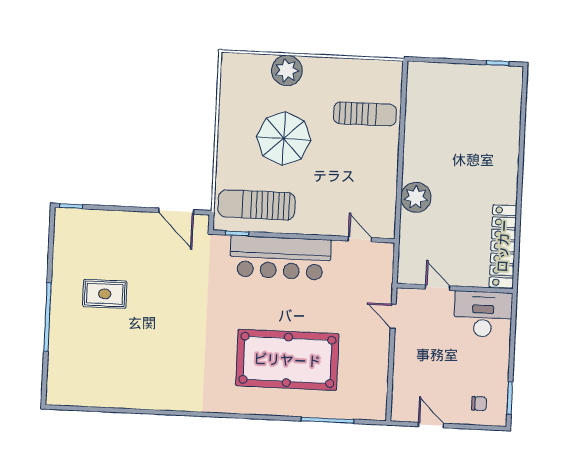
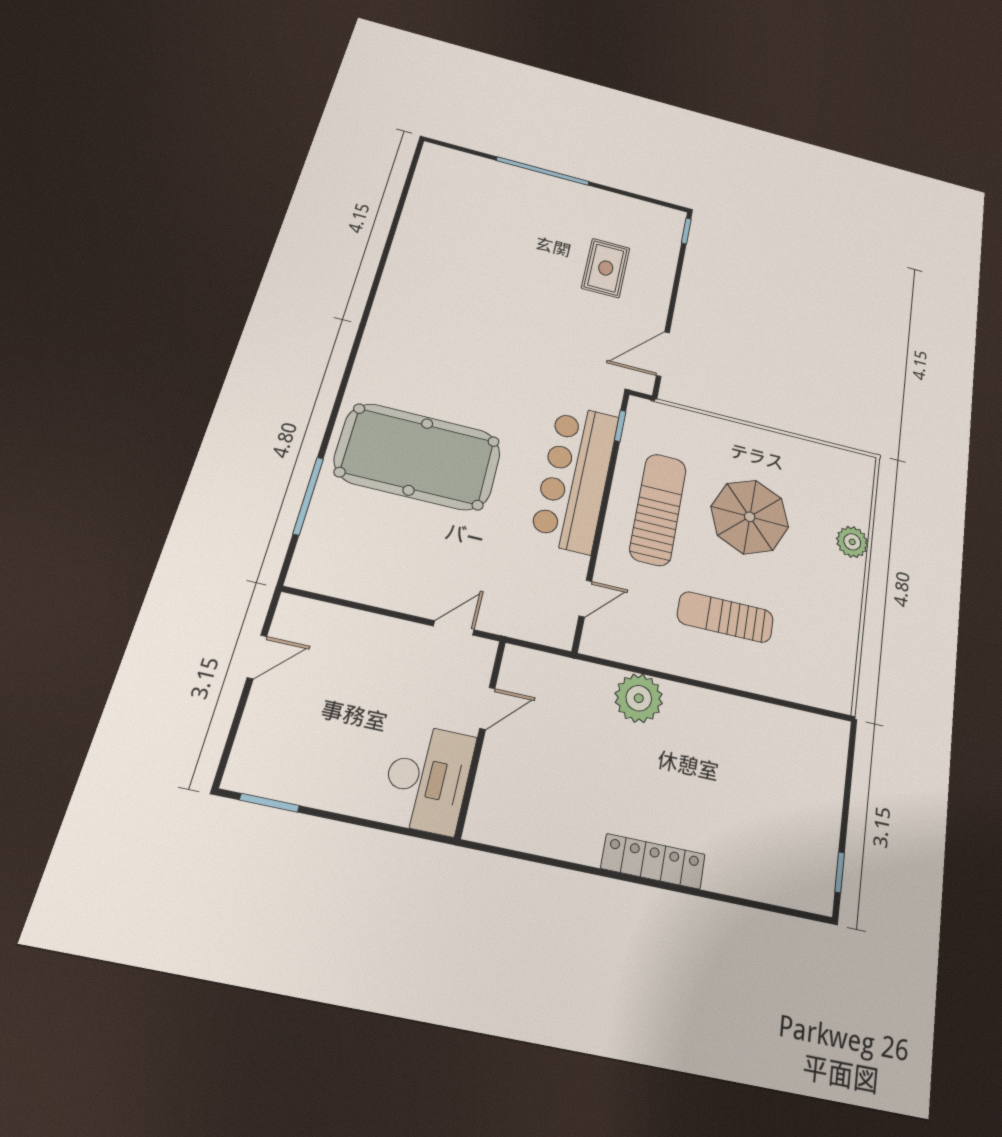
plant: (287, 70) -> (852, 542), width x0.73, depth x0.73
sun lounger: (365, 114) -> (725, 617), moved, turned 90
sun lounger: (257, 205) -> (658, 509), moved
locker: (503, 246) -> (653, 861), moved, width x0.71, depth x0.83
rug: (105, 294) -> (606, 268), moved
pool table: (287, 360) -> (418, 457), turned 90
chair: (479, 404) -> (273, 746), removed

